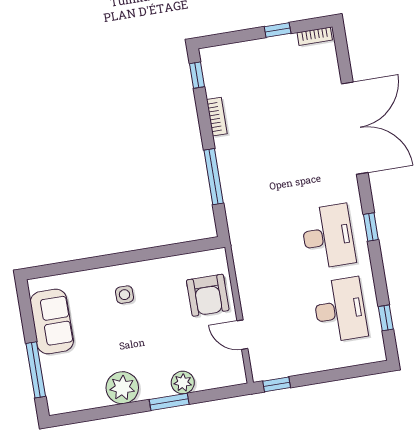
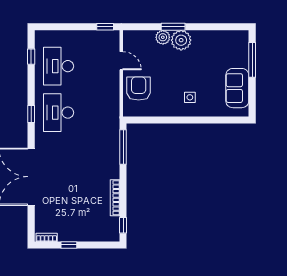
bookcase: (217, 117) -> (115, 198), width x1.56
window: (214, 177) -> (123, 147), moved
plant: (122, 388) -> (181, 40), moved

